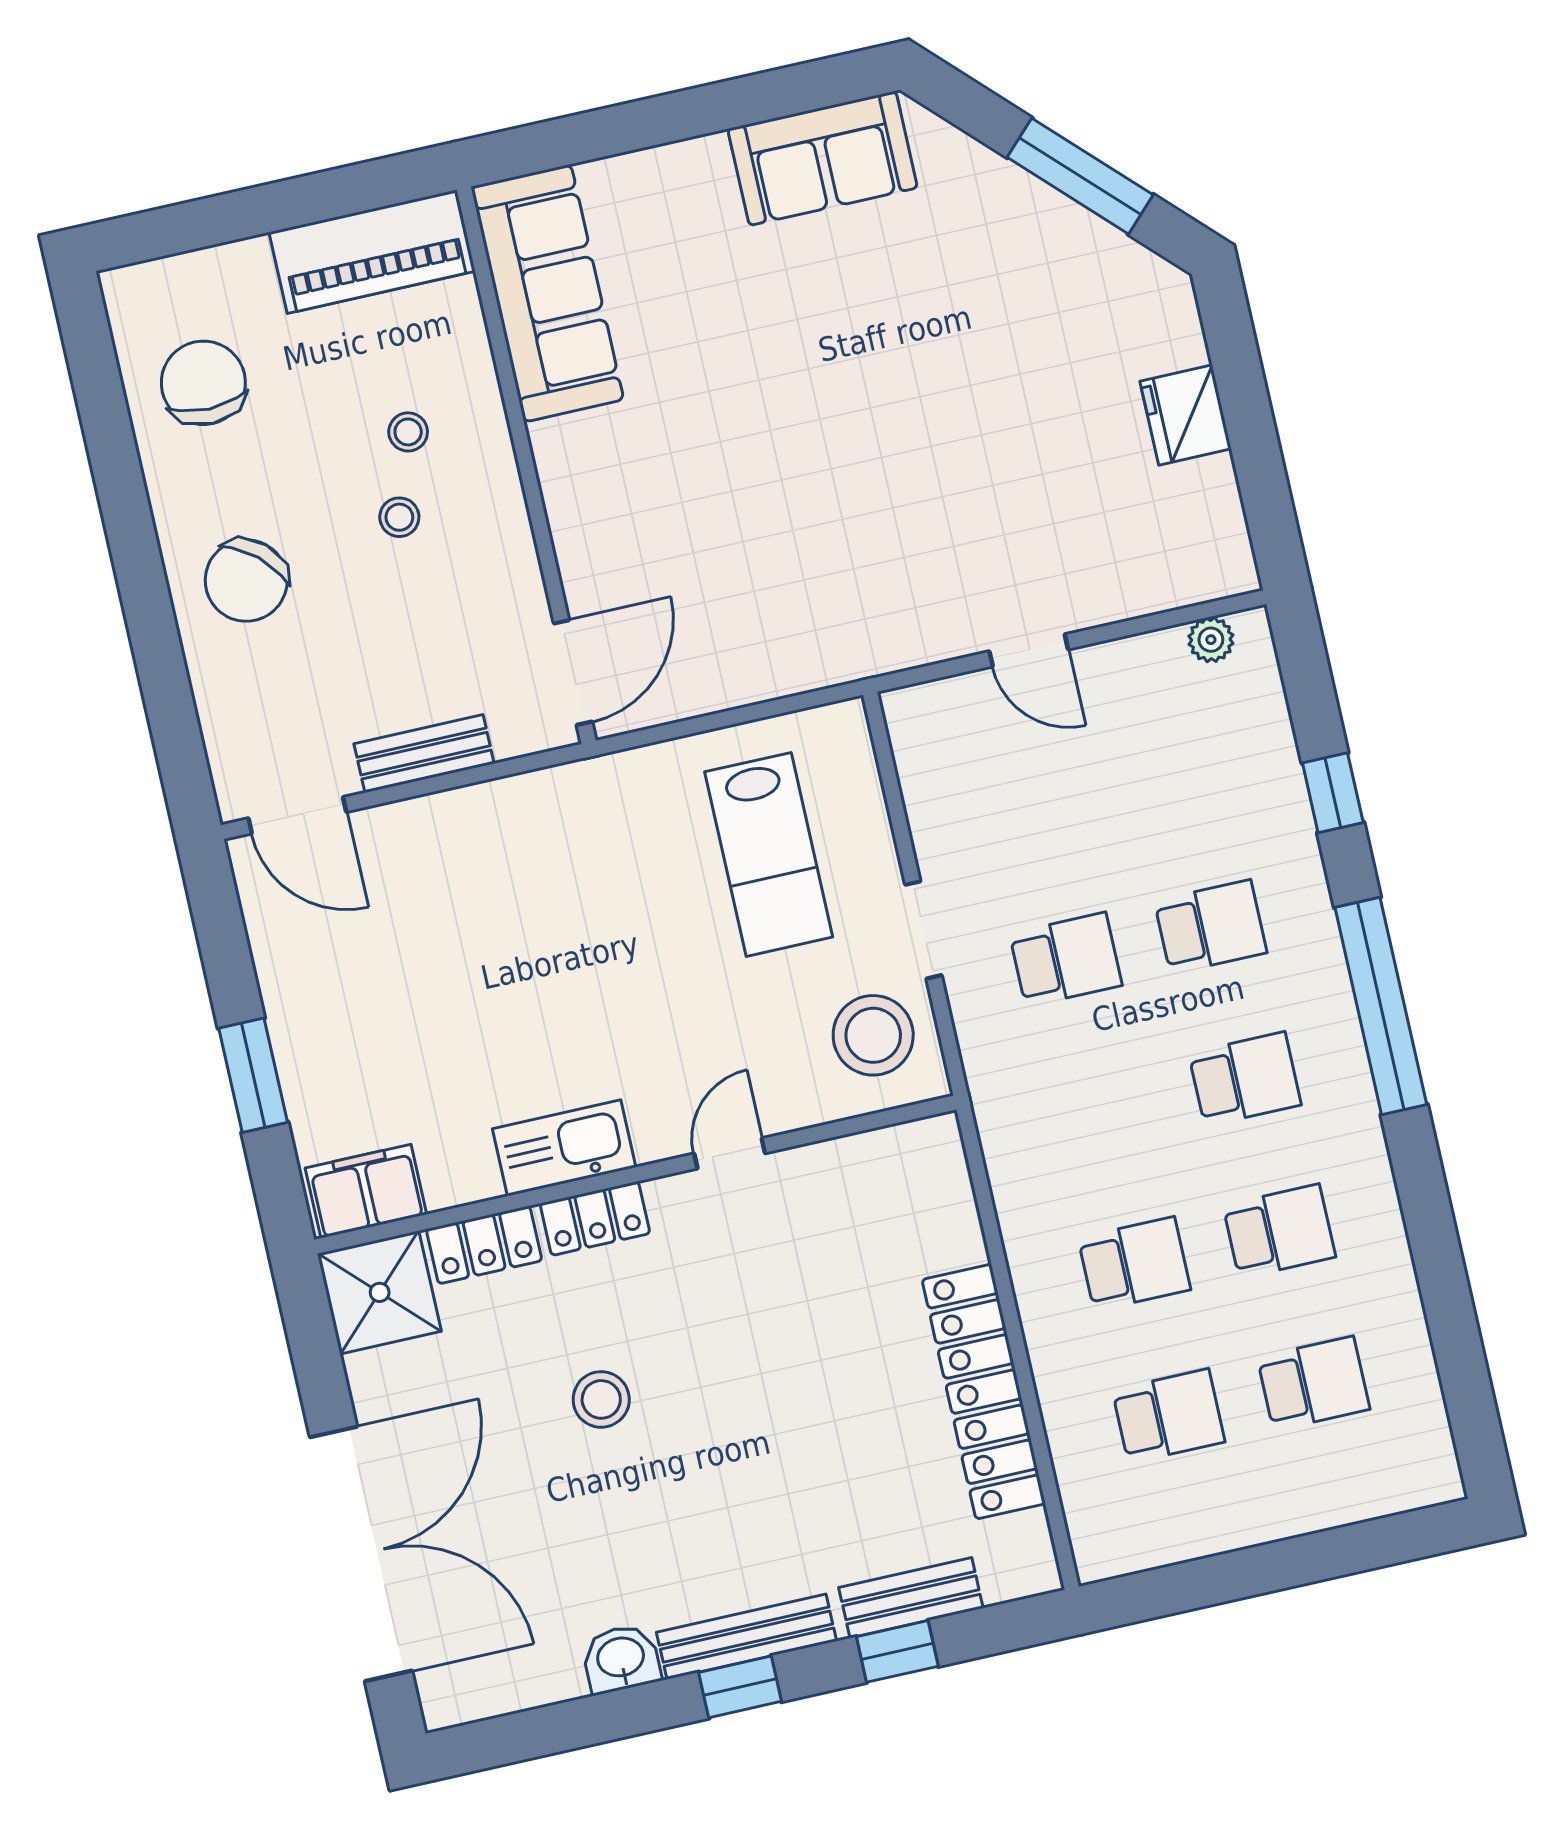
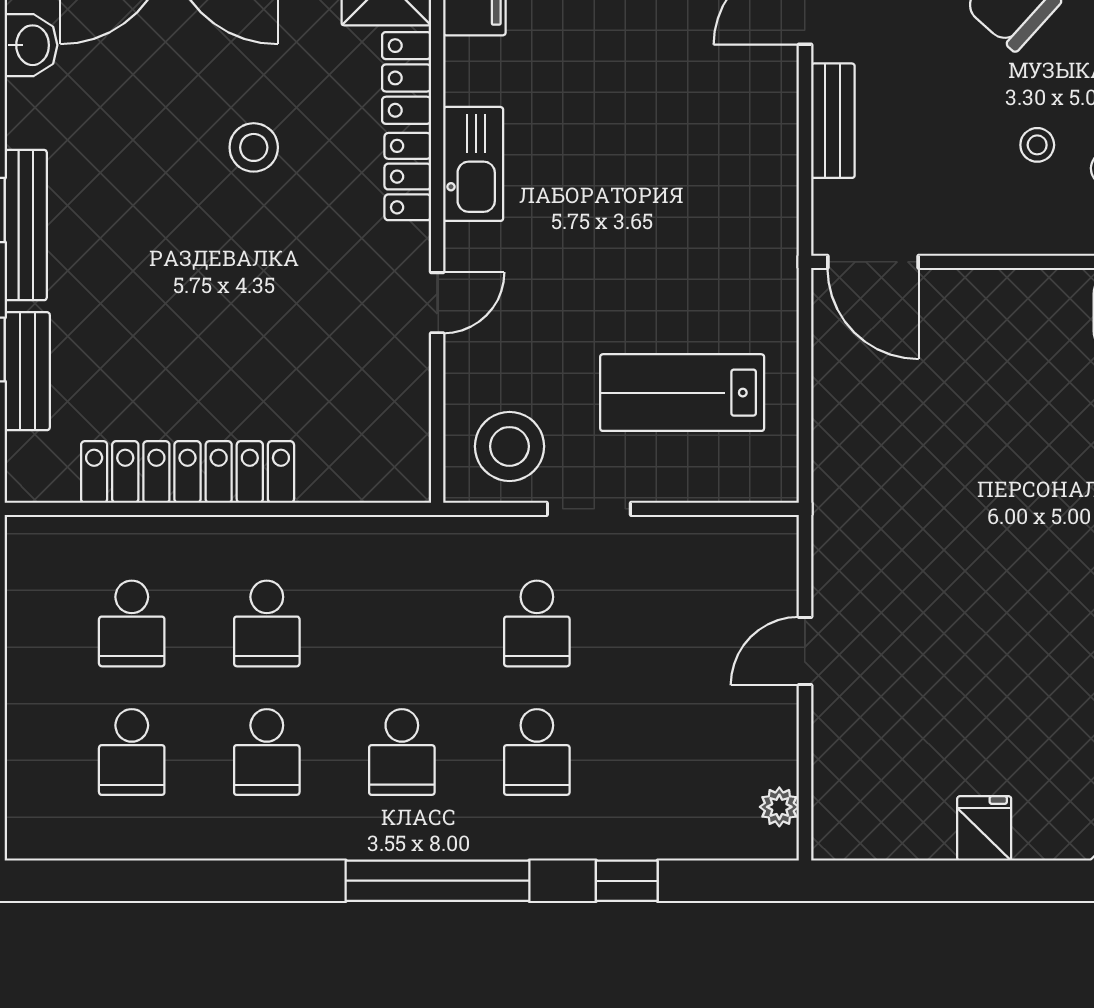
fridge: (1186, 415) -> (984, 828), width x0.72
door: (730, 1153) -> (437, 303), hinge flipped
washbasin: (621, 1659) -> (31, 45), moved

